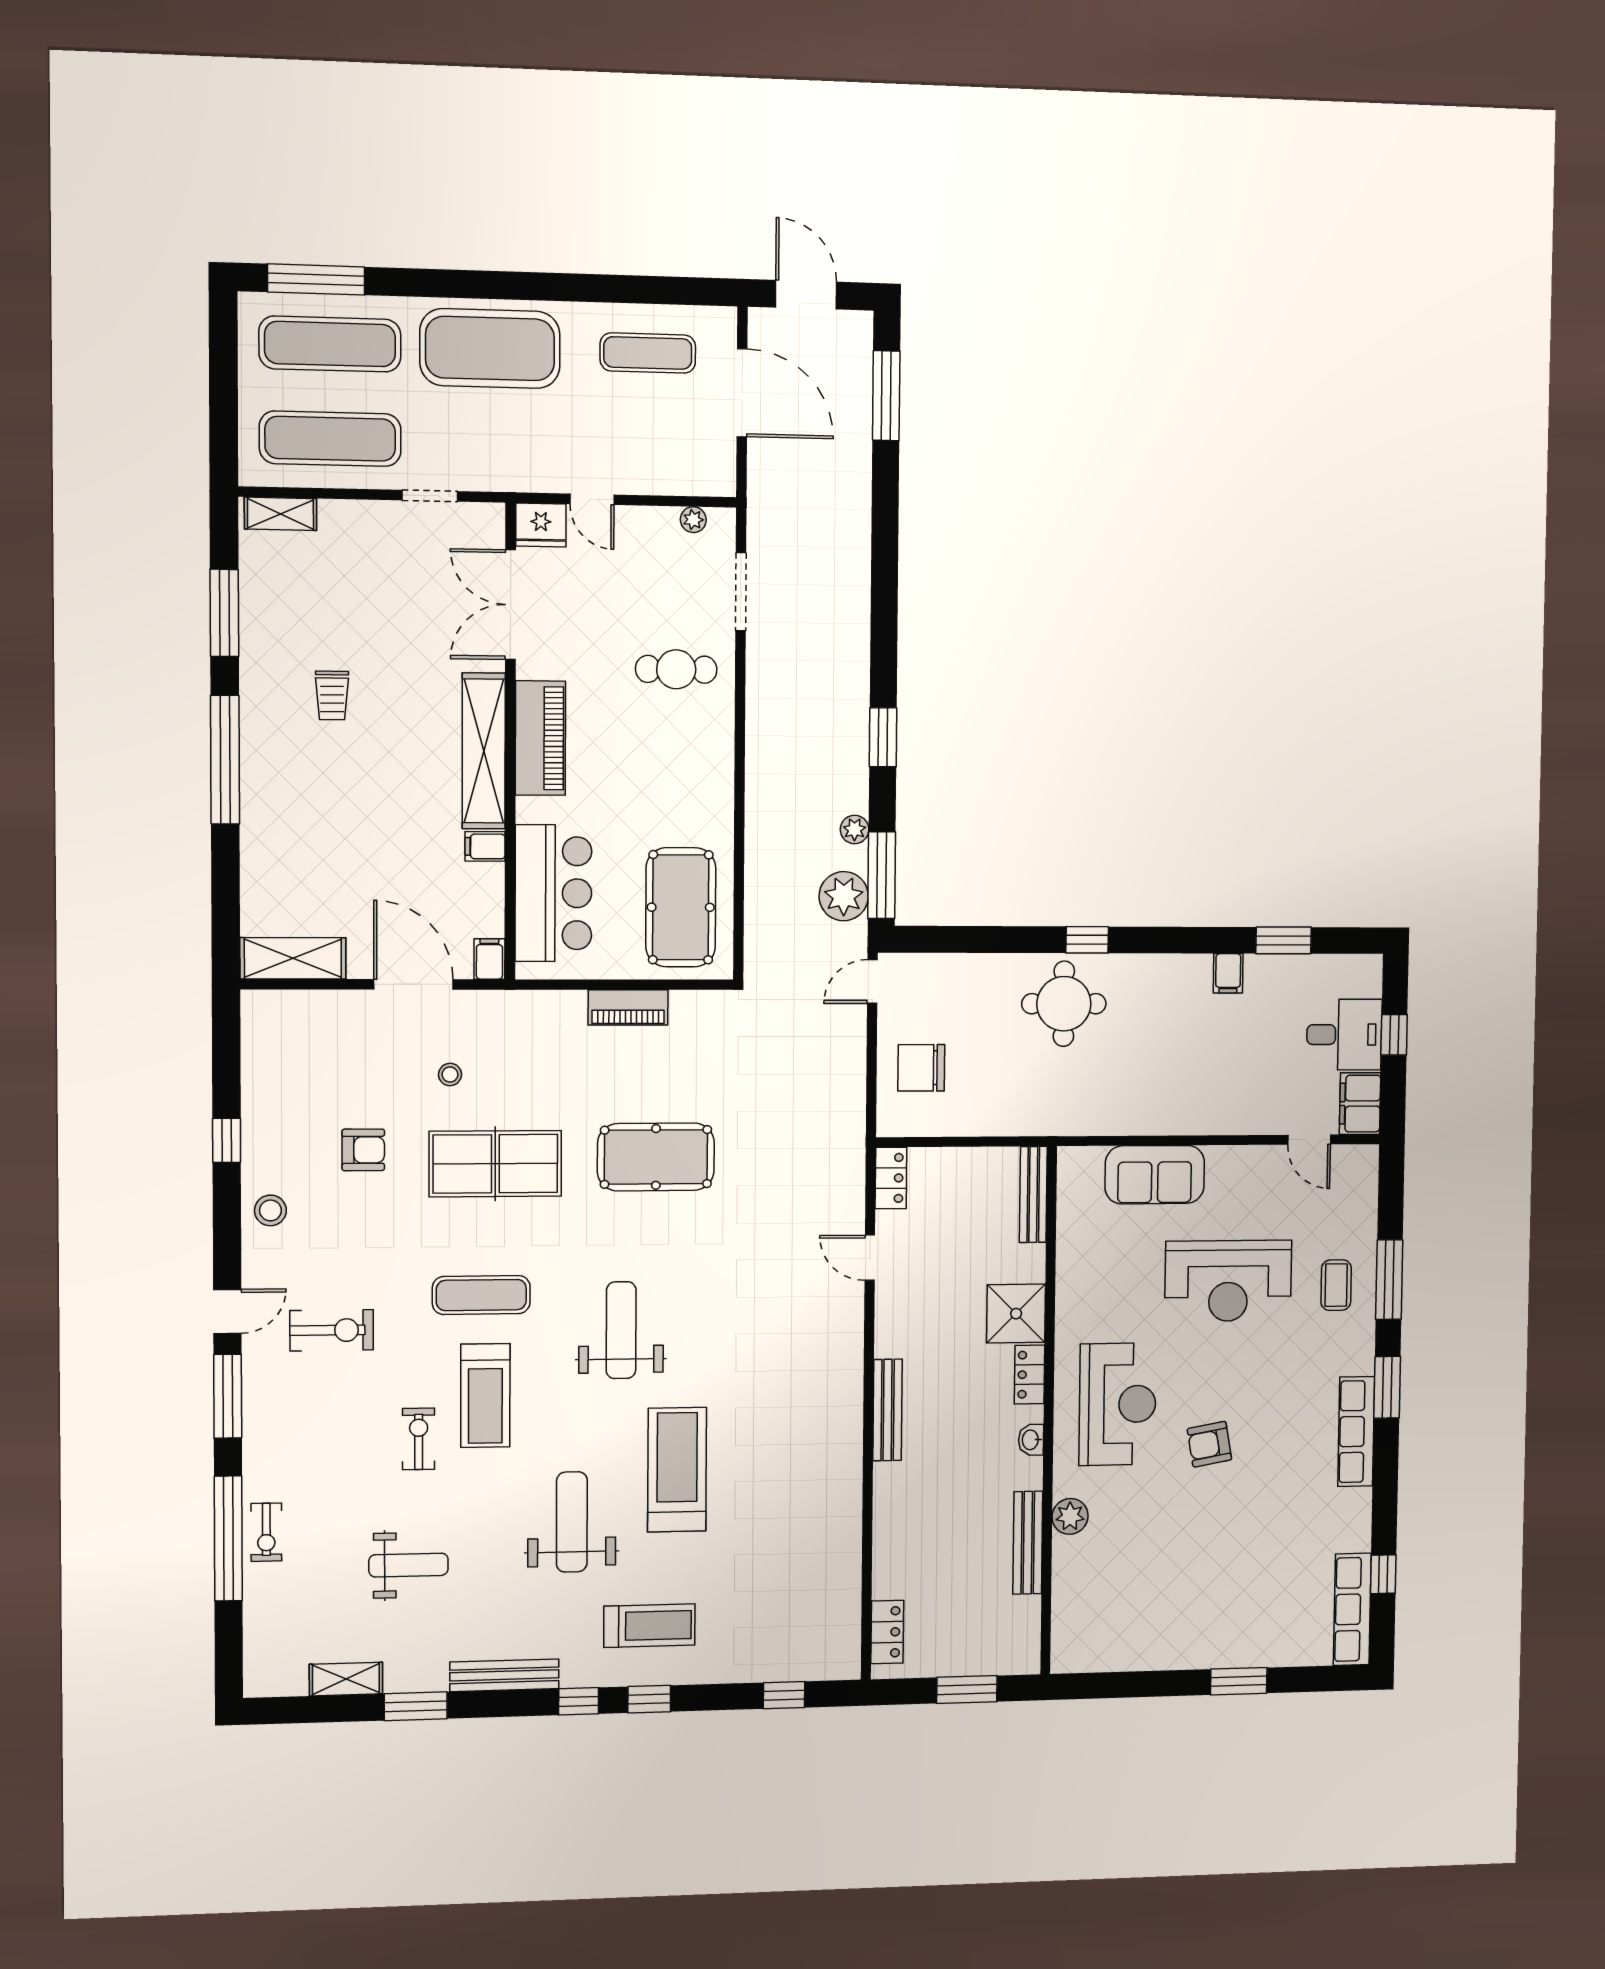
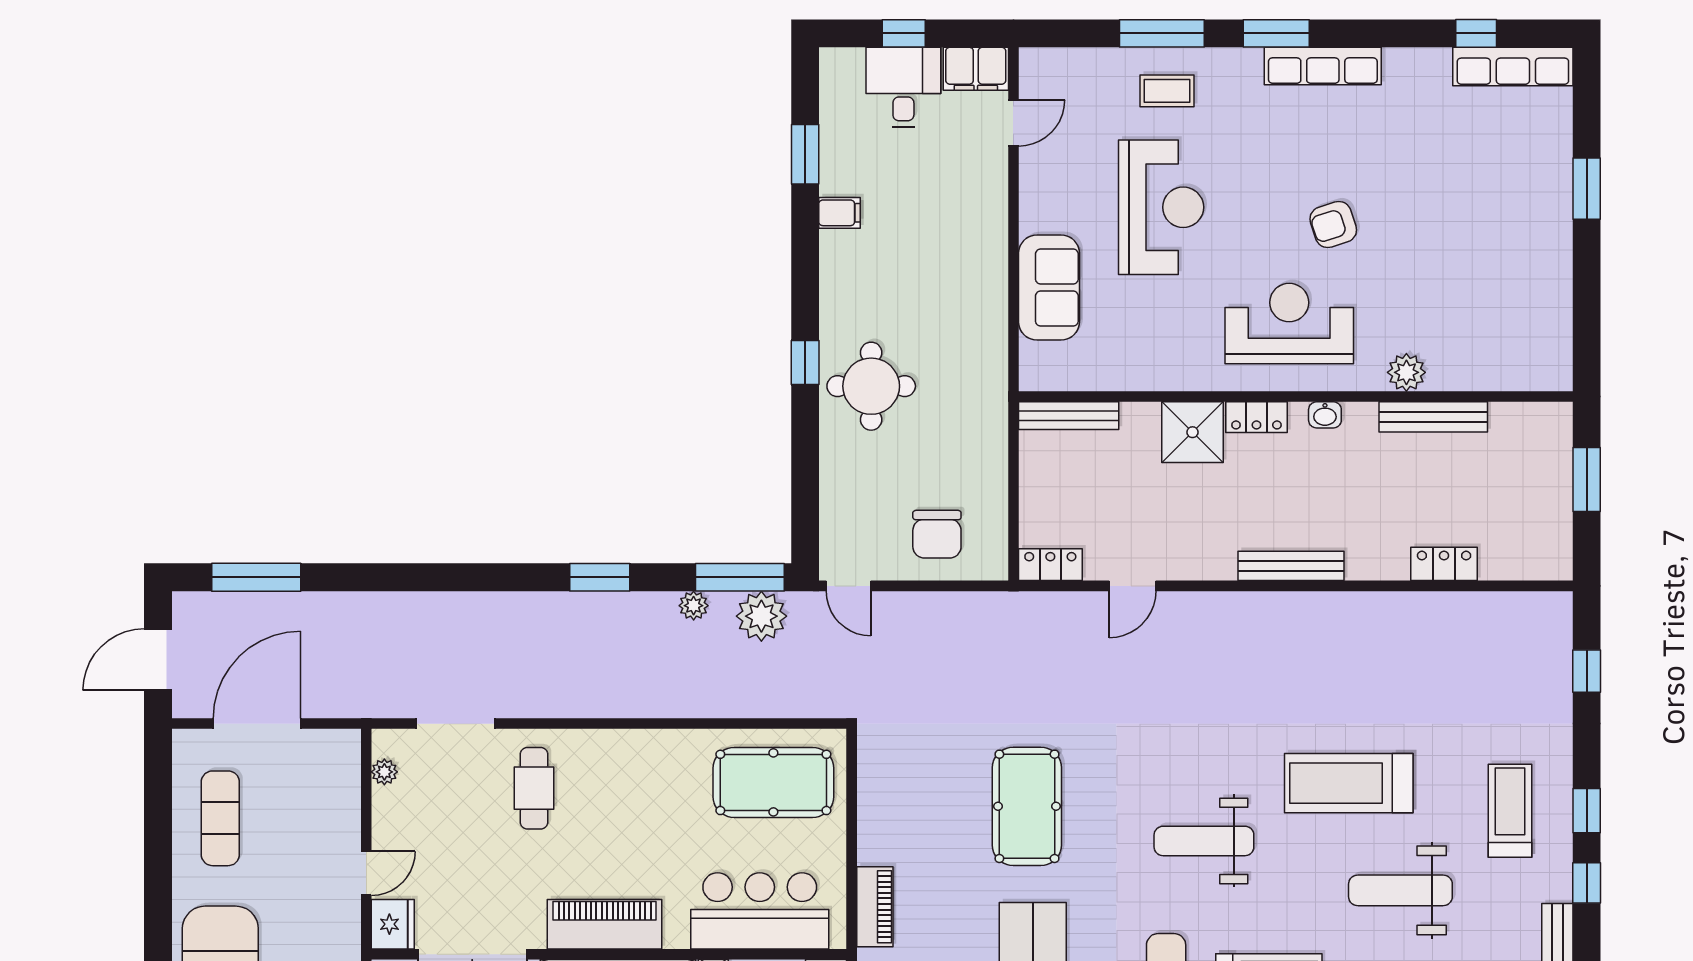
piano: (628, 1007) -> (875, 907), moved
armchair: (1209, 1444) -> (1333, 224), turned 82
locker: (887, 1632) -> (1444, 564), moved

